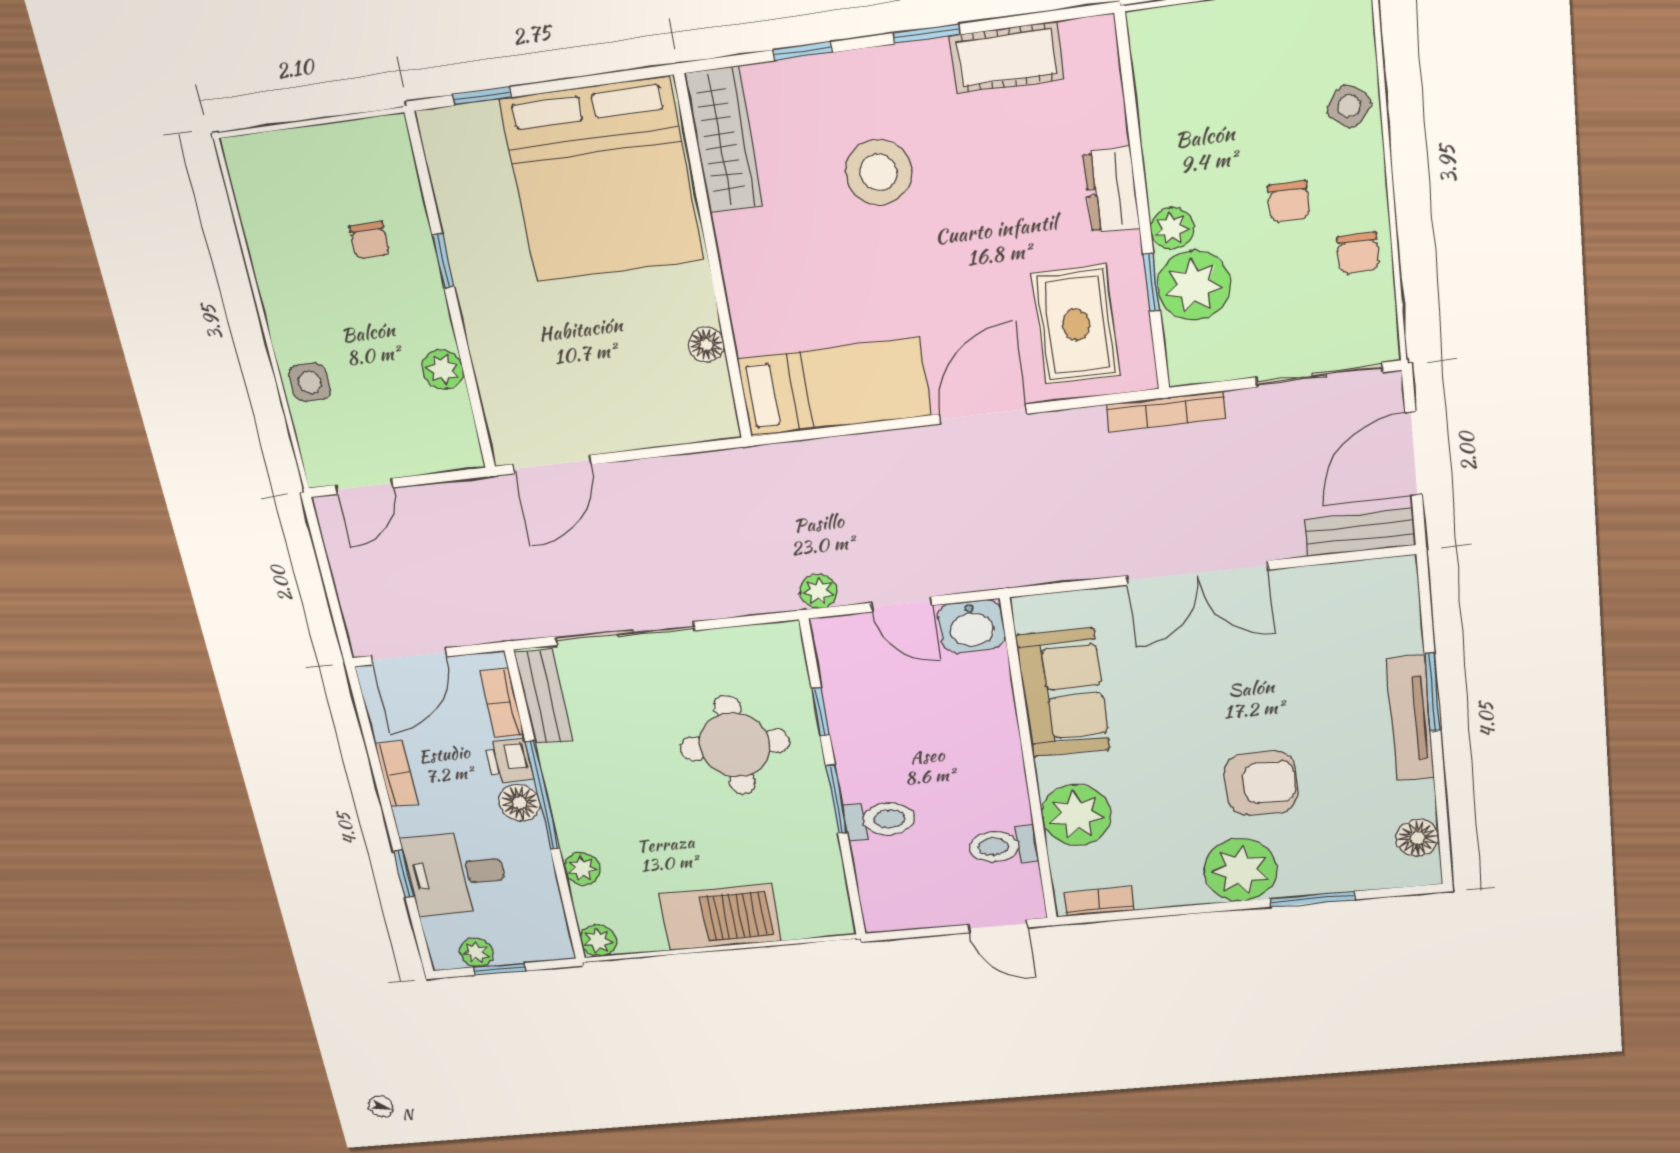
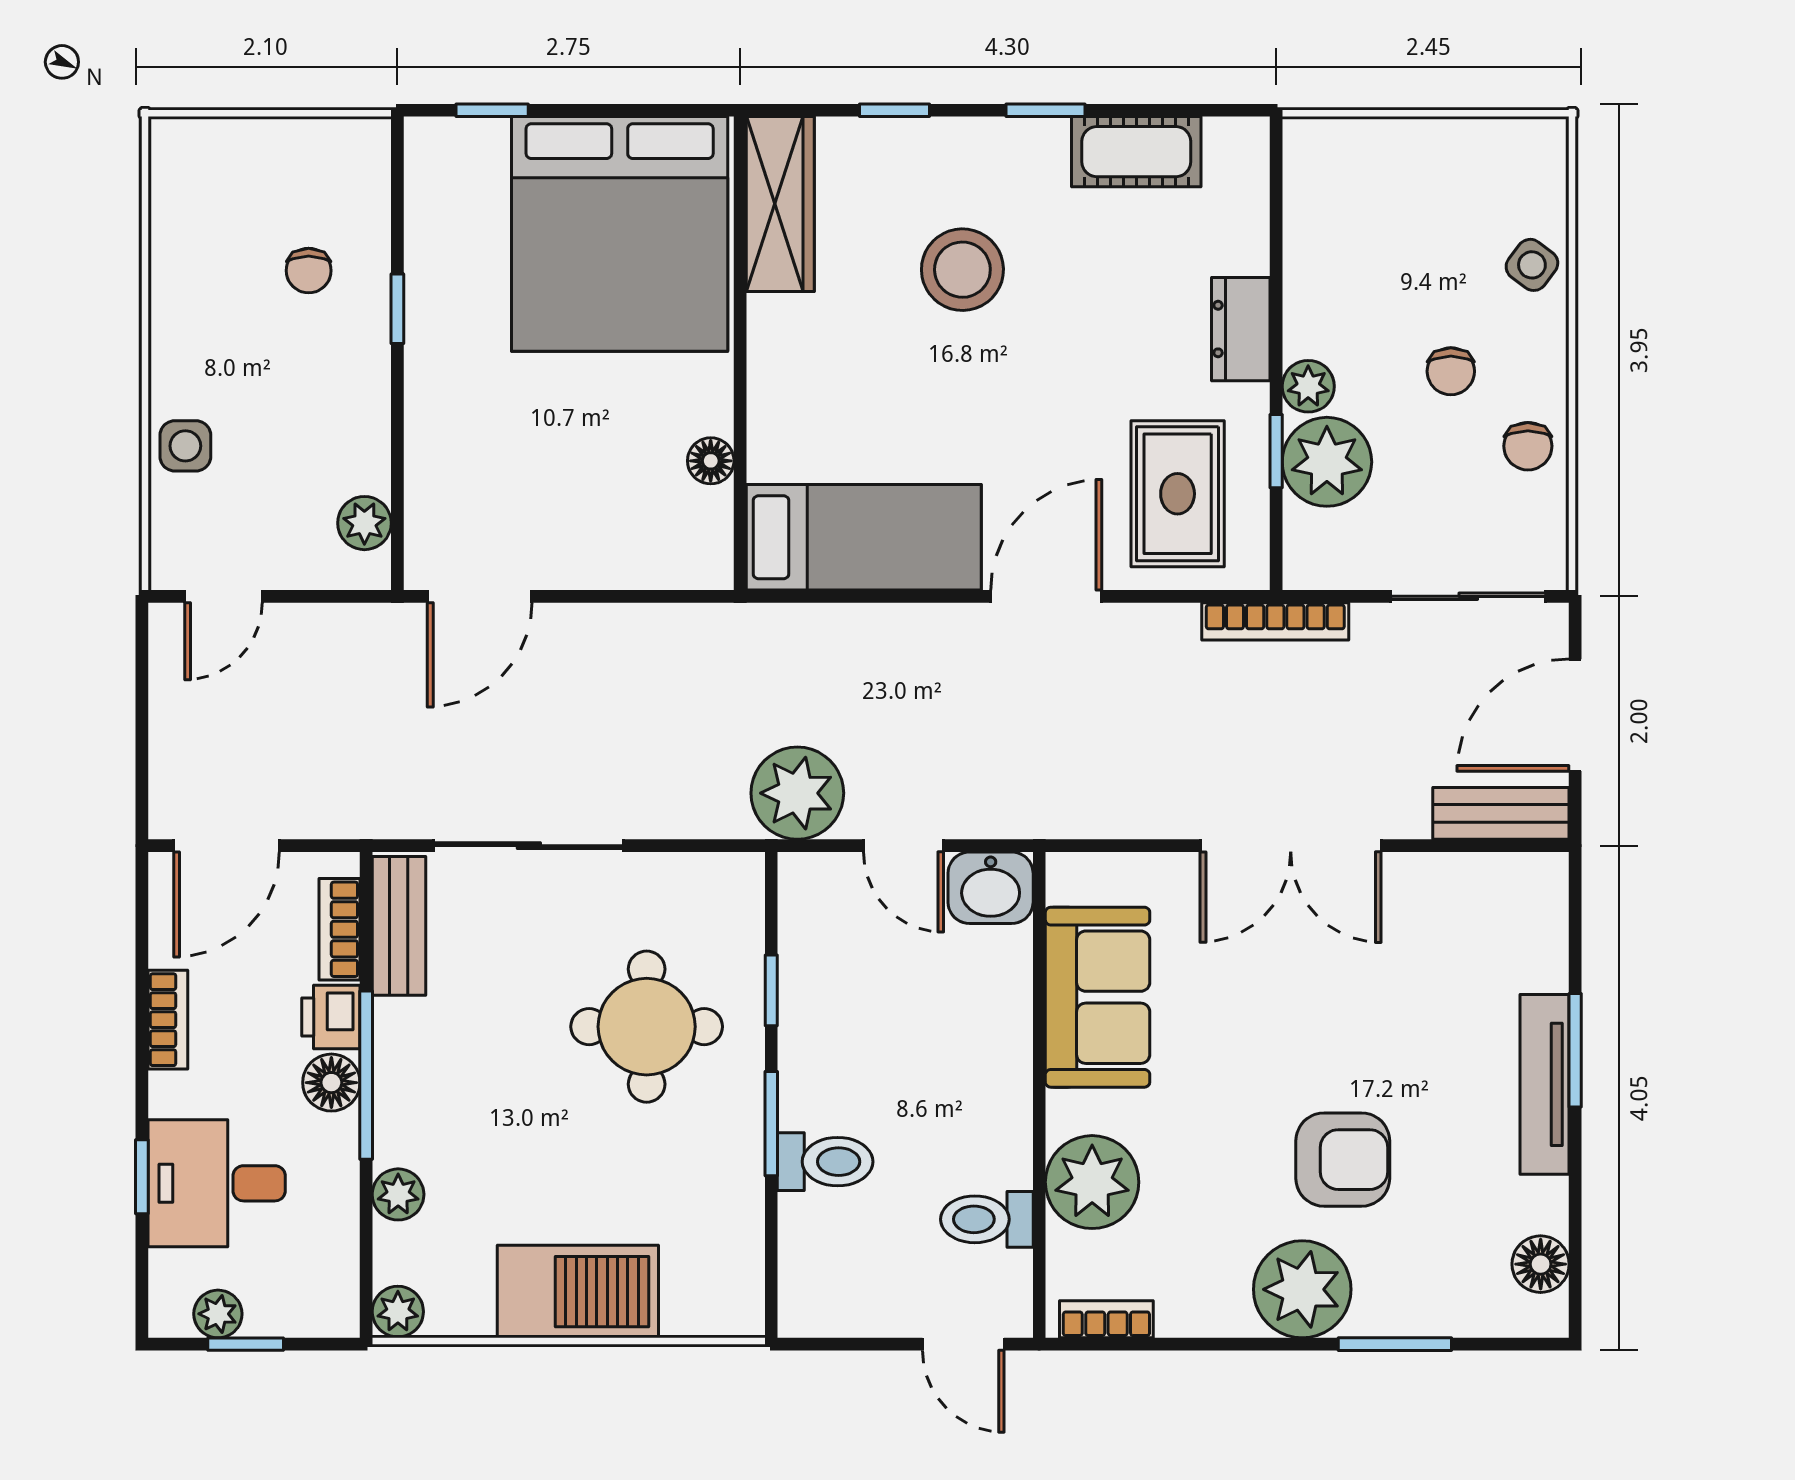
plant: (443, 369) -> (364, 523), moved
plant: (818, 591) -> (797, 793), width x1.88, depth x1.88

